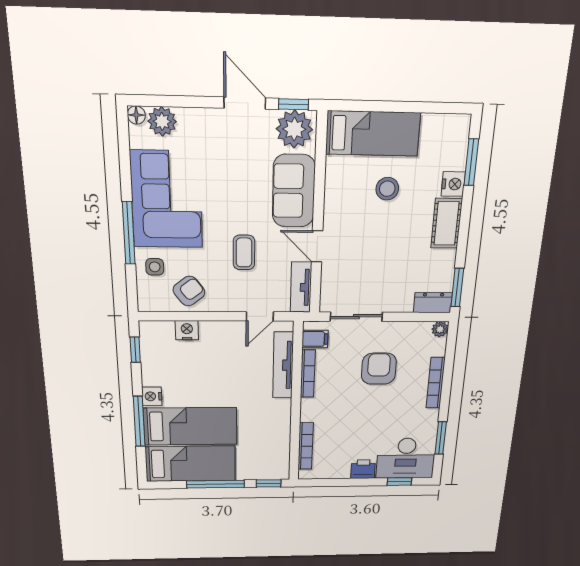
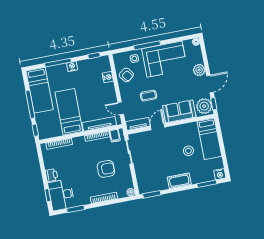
plant: (162, 121) -> (199, 70), moved
nightstand: (453, 184) -> (220, 174), moved
dresser: (433, 303) -> (143, 185), removed
bed: (190, 426) -> (69, 112), moved, turned 180

